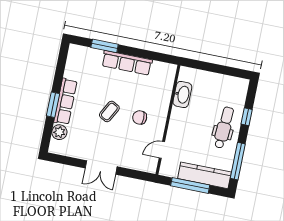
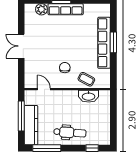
window: (105, 46) -> (113, 42), moved
row of seats: (127, 63) -> (104, 43), width x1.36
coffee table: (109, 111) -> (86, 79), moved
window: (247, 117) -> (92, 148), moved

